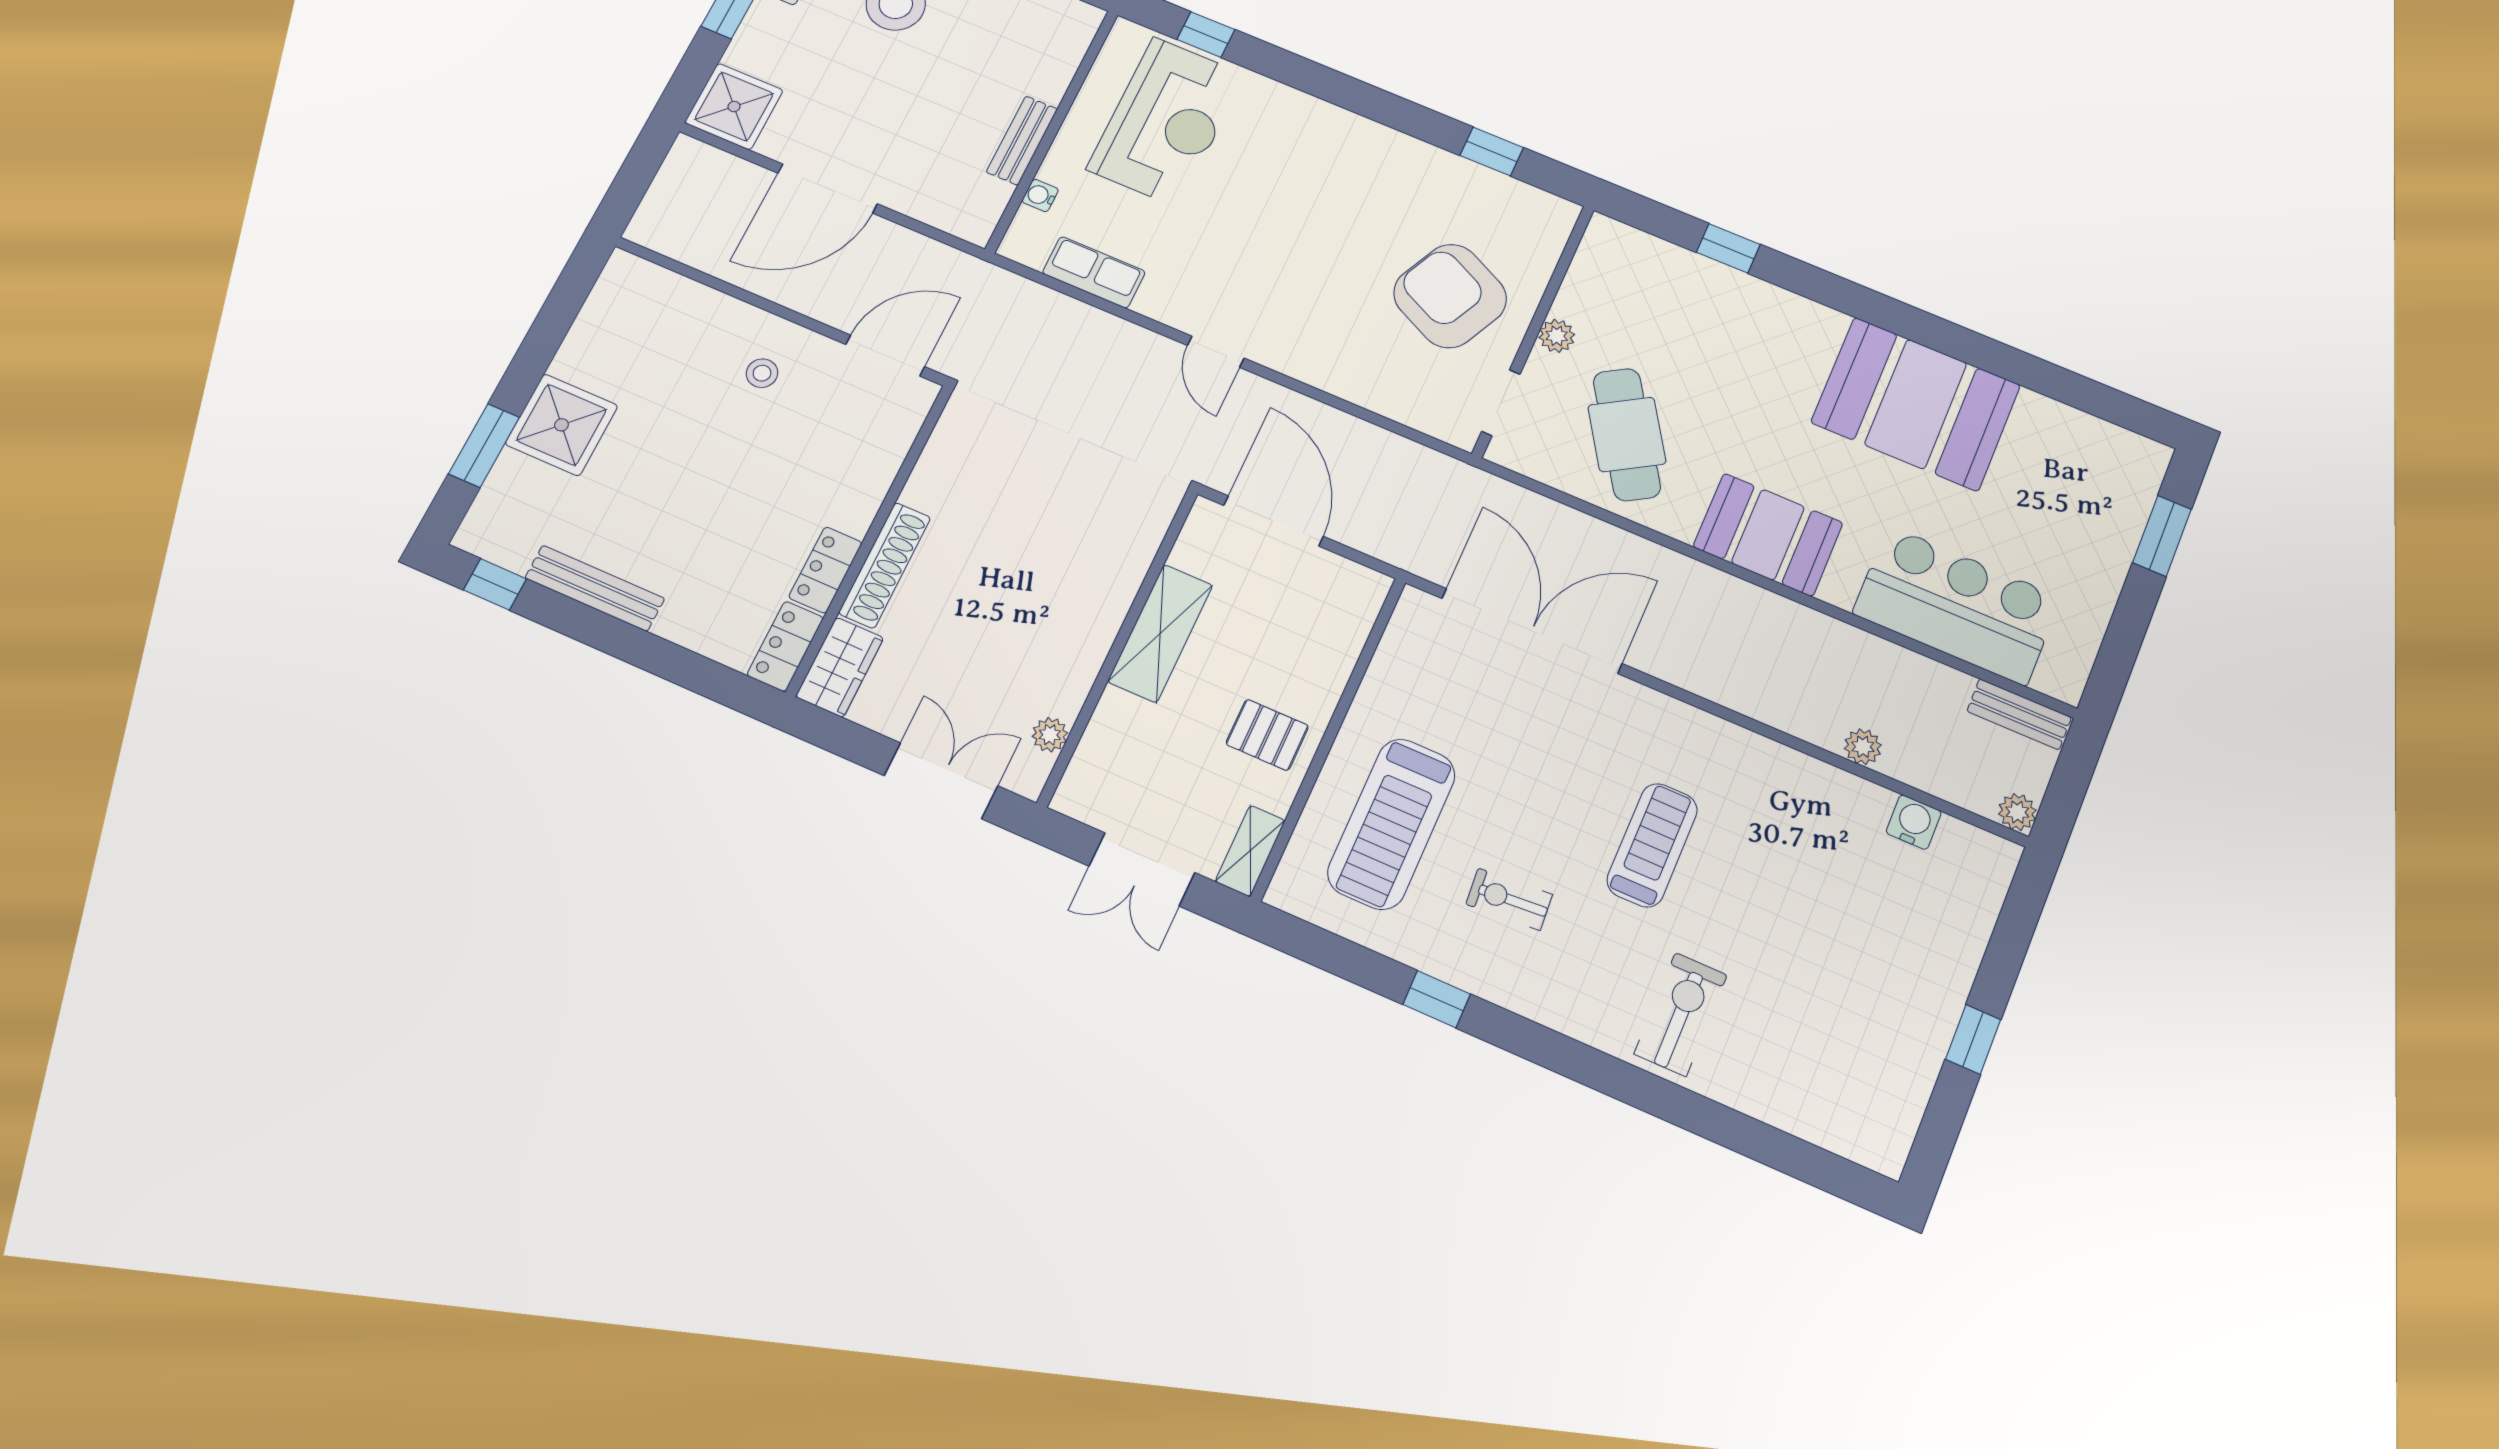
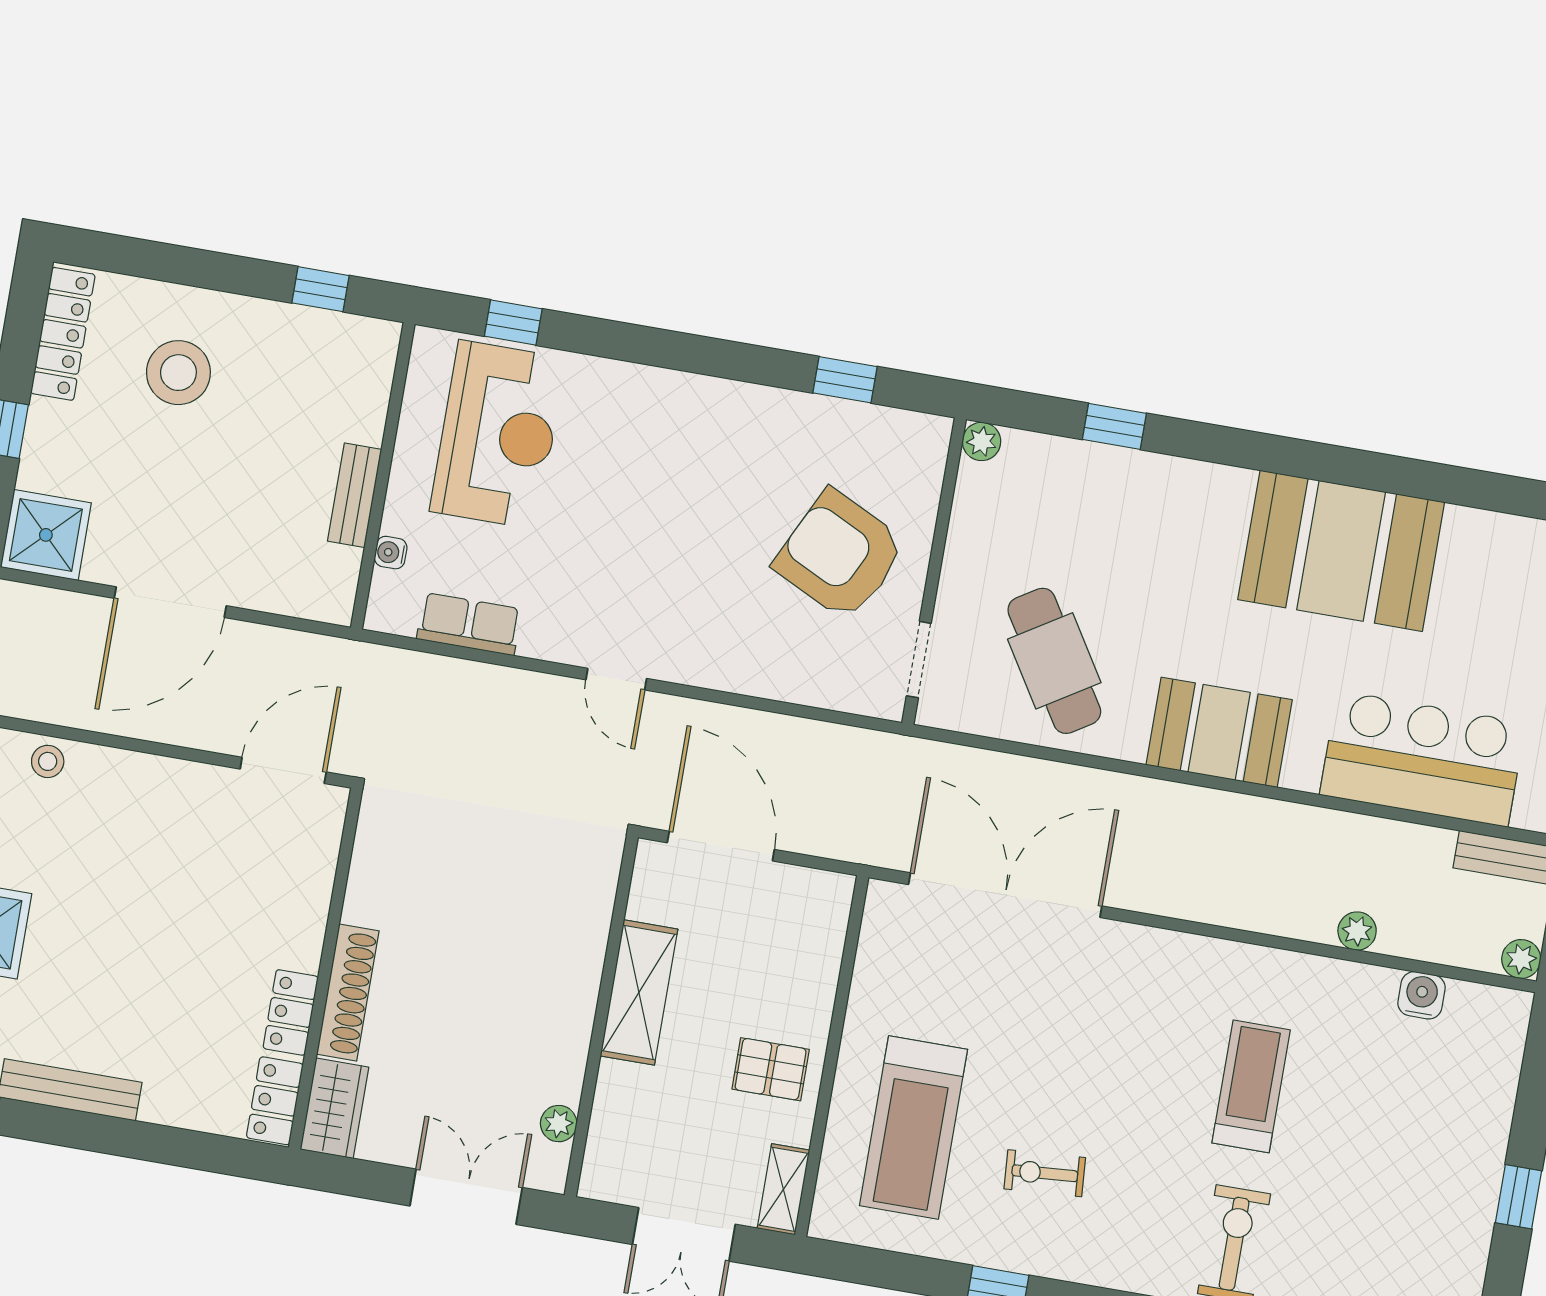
plant: (1557, 336) -> (982, 441), moved
stool: (762, 373) -> (48, 761), moved
treadmill: (1652, 845) -> (1251, 1086), moved

